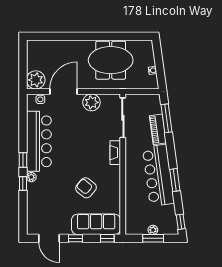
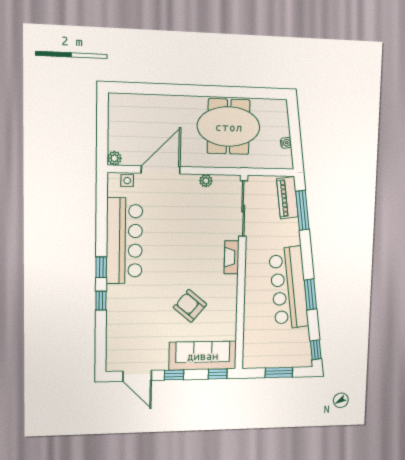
plant: (36, 80) -> (114, 158), width x0.53, depth x0.53
plant: (91, 102) -> (206, 181), width x0.53, depth x0.53
piano: (158, 129) -> (287, 198), moved
plant: (31, 177) -> (113, 292), removed
plant: (153, 230) -> (279, 362), removed

